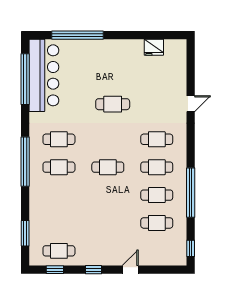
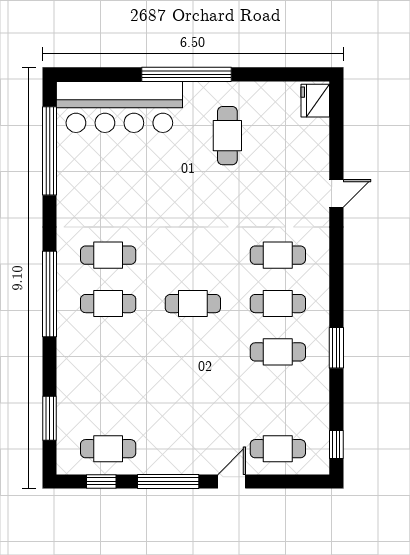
window: (78, 35) -> (187, 74), moved
fridge: (154, 47) -> (315, 101), moved, turned 90
bar counter: (44, 75) -> (119, 107), moved, turned 90
cafe table: (113, 104) -> (227, 136), moved, turned 90
window: (191, 193) -> (336, 348), width x0.47
cafe table: (157, 223) -> (278, 449), moved
window: (94, 270) -> (168, 481), width x2.17

